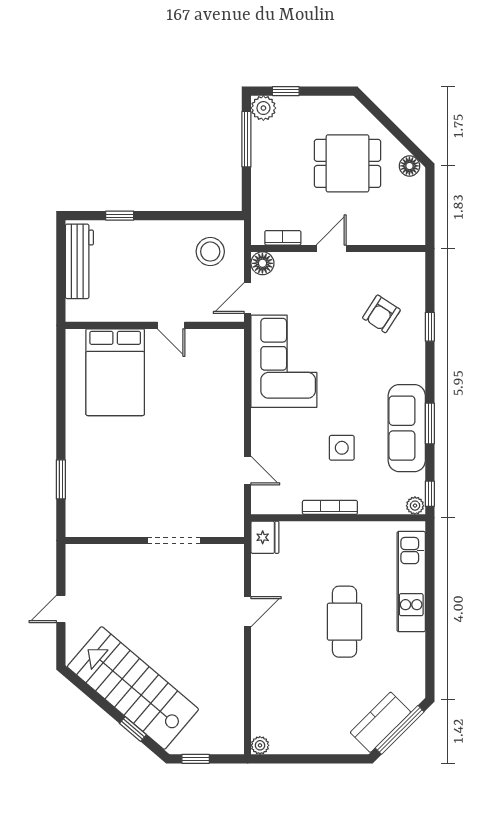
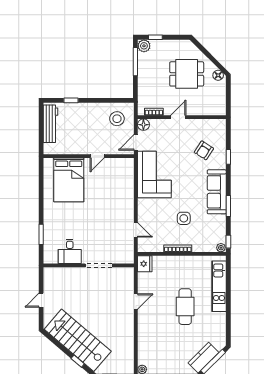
door: (171, 325) -> (97, 156), hinge flipped
sofa: (407, 428) -> (217, 192), moved
desk: (117, 513) -> (70, 251), added

